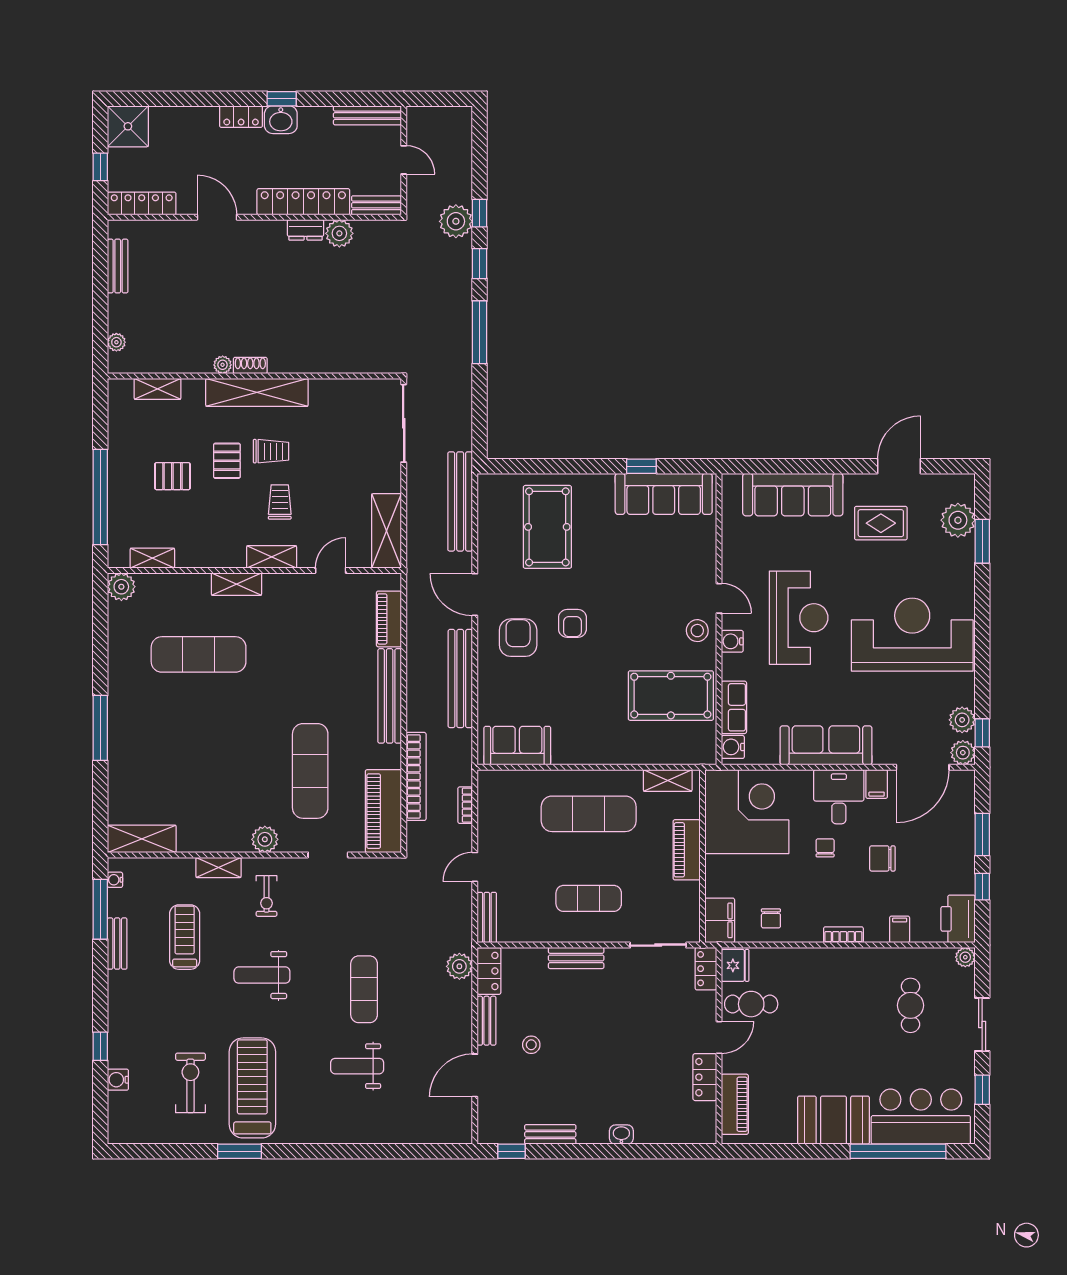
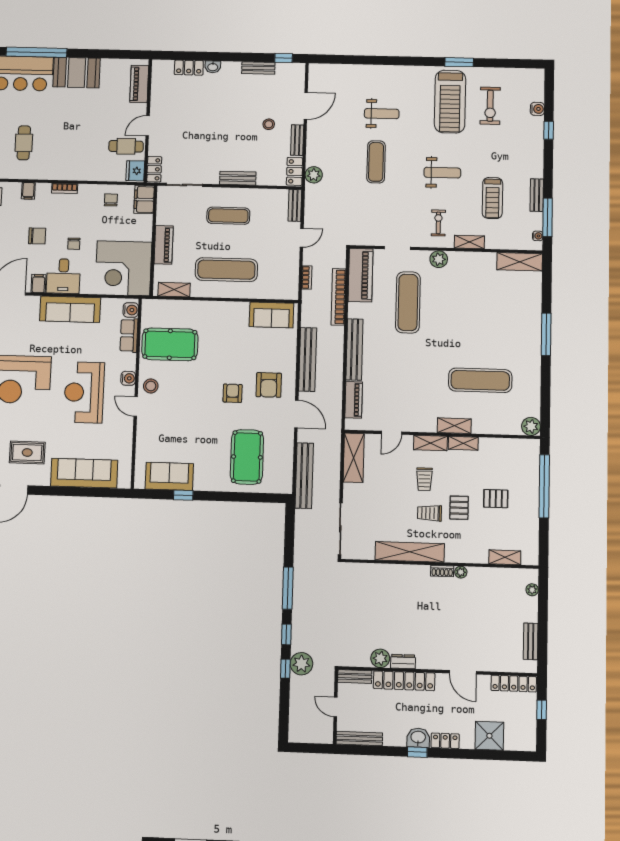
shower: (128, 126) -> (489, 736), moved
shelving: (257, 392) -> (410, 552), moved
sofa: (664, 494) -> (169, 476), width x0.73
shelving: (152, 558) -> (463, 443), moved
locker: (705, 1077) -> (189, 68), moved, turned 90

